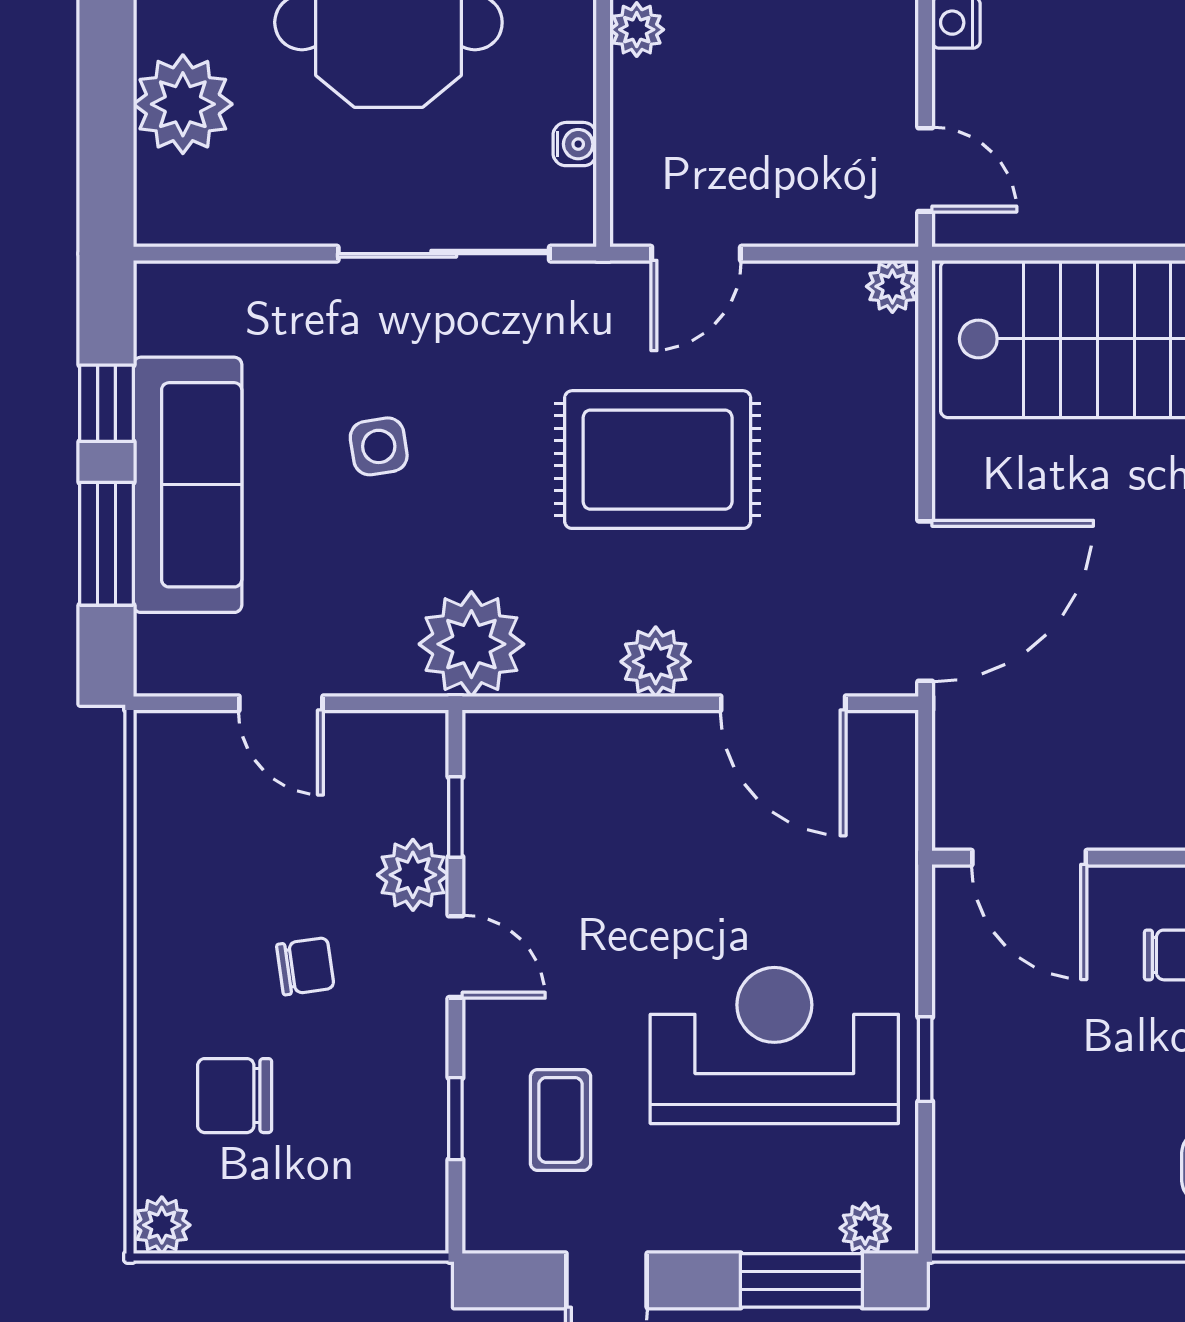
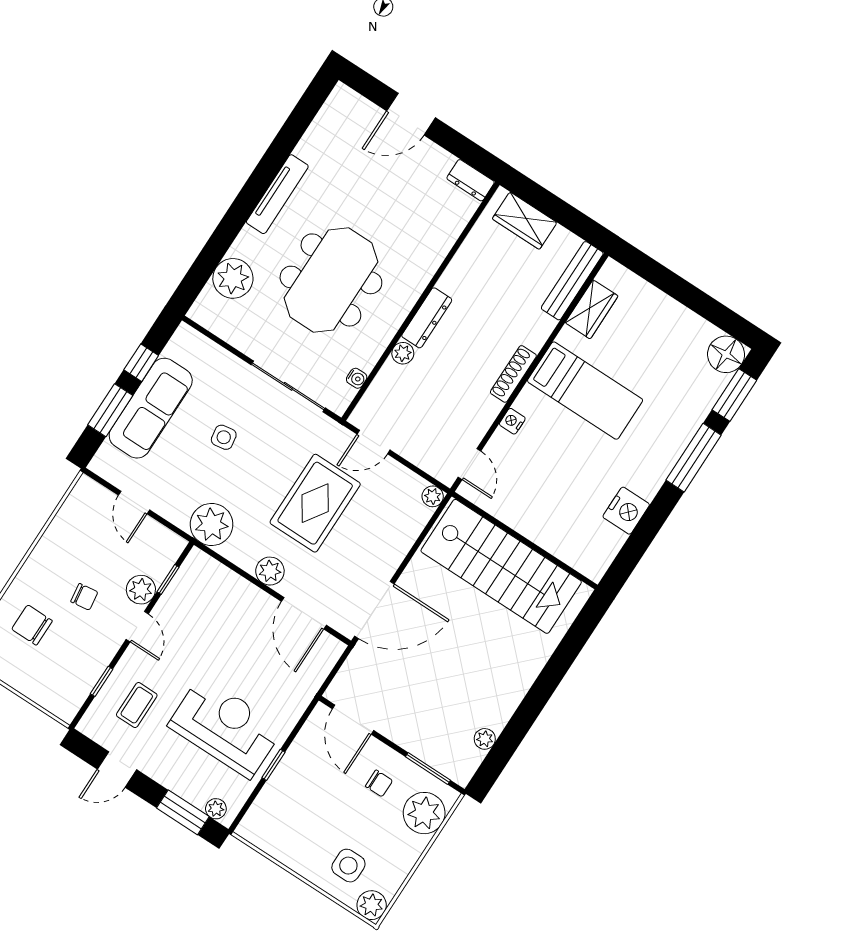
rug: (658, 460) -> (315, 503), turned 90

